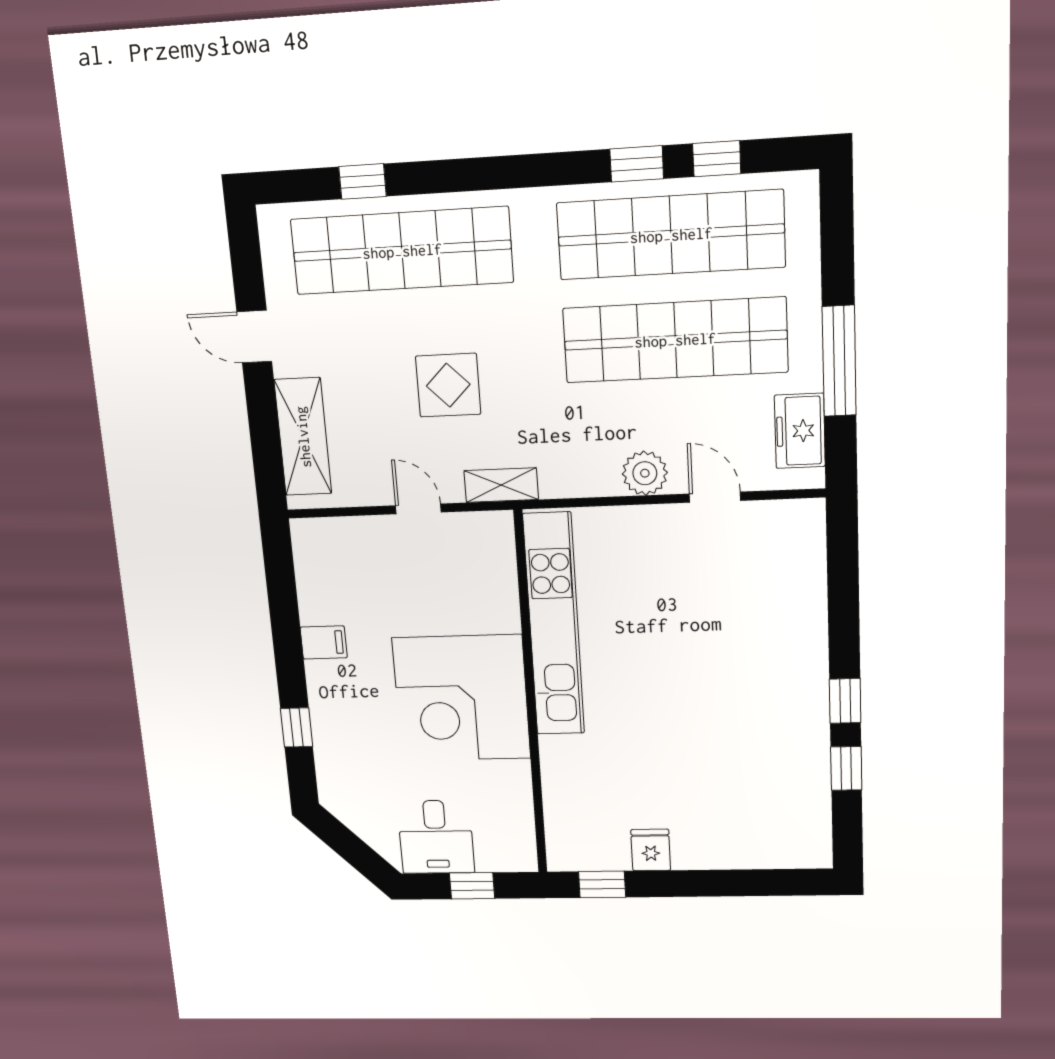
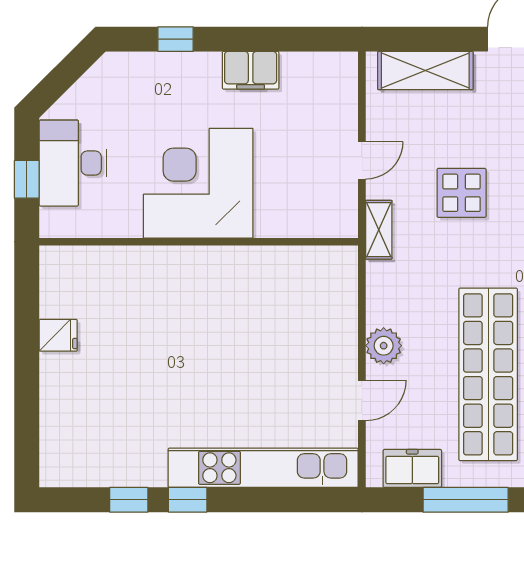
kitchen unit: (554, 625) -> (263, 468), moved, turned 180
filing cabinet: (324, 642) -> (251, 70), width x2.00
desk: (436, 837) -> (73, 163), width x1.37
window: (602, 884) -> (27, 292), removed

